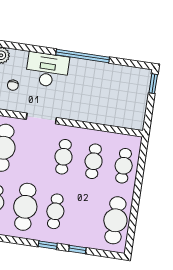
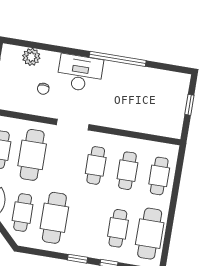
window: (153, 84) -> (189, 105), moved
cafe table: (55, 211) -> (118, 228), moved

